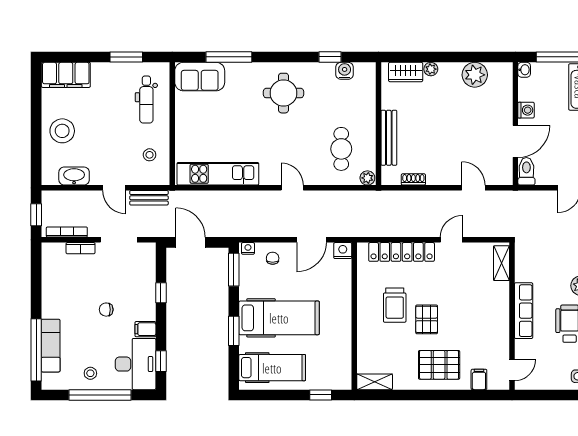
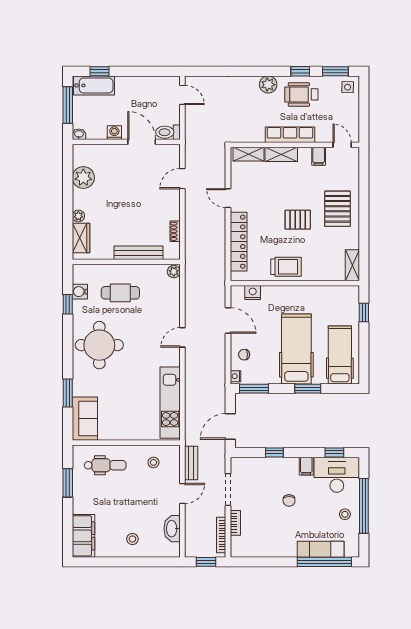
window: (229, 57) -> (68, 393), width x0.69
round table: (283, 93) -> (99, 345), width x1.36, depth x1.36
stool: (62, 131) -> (132, 539), width x0.53, depth x0.53
cafe table: (341, 149) -> (120, 293), moved
nightstand: (343, 251) -> (253, 293), moved, turned 90
shelving: (501, 301) -> (281, 154), added
trolley: (395, 305) -> (286, 267), moved
filing cabinet: (479, 379) -> (319, 156), moved, turned -90

